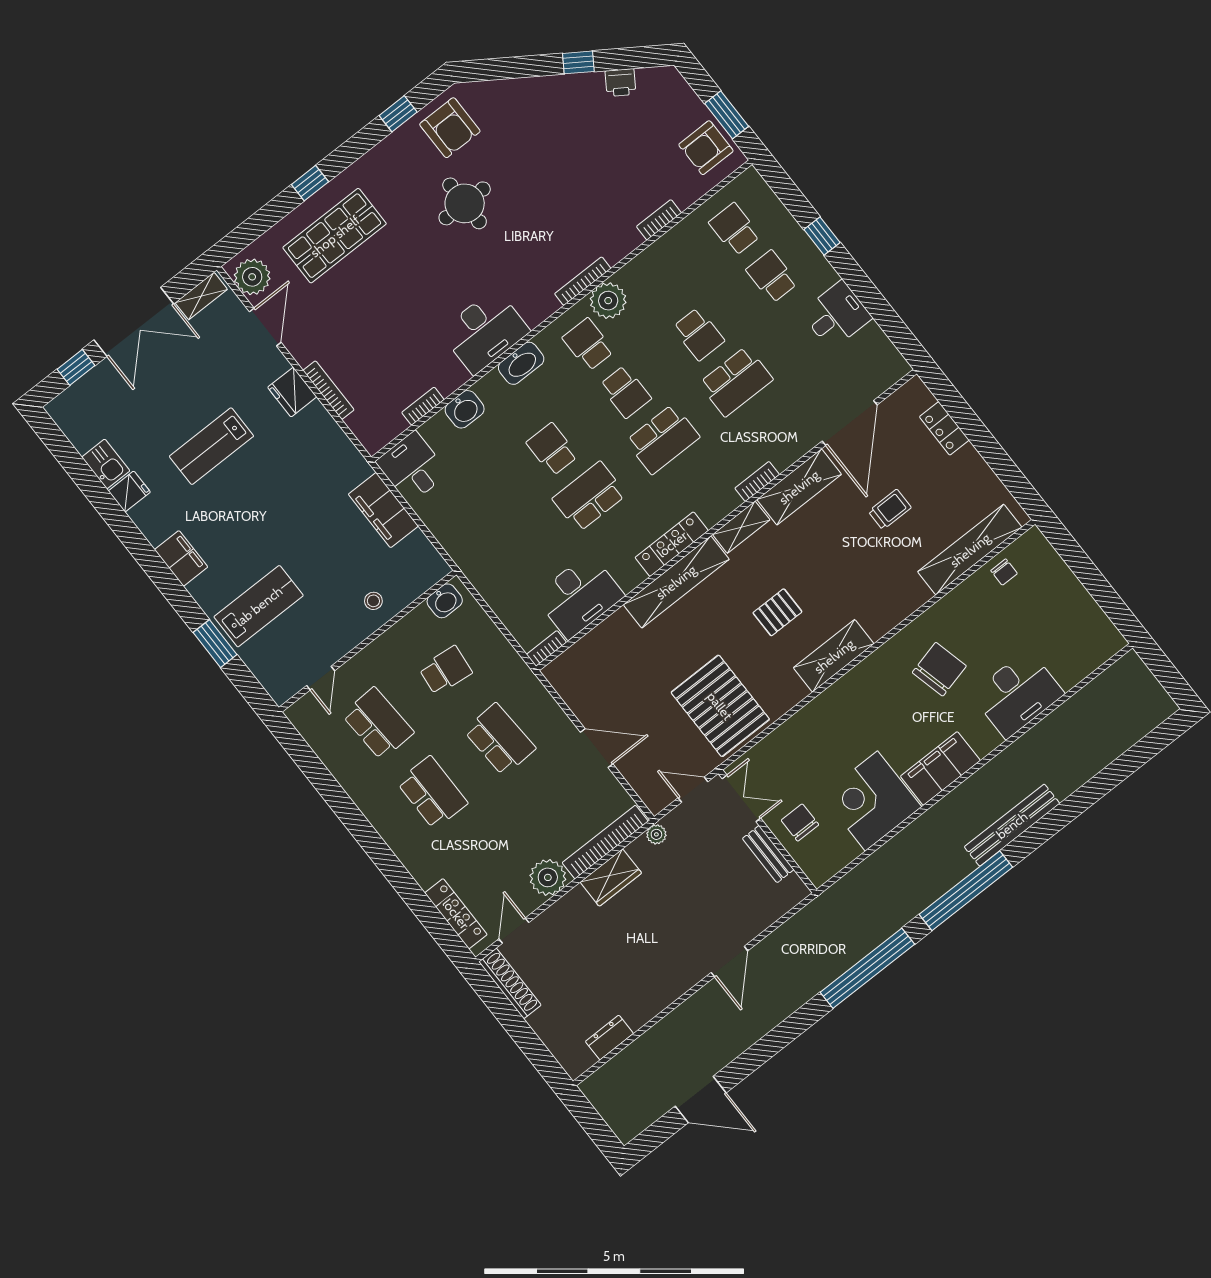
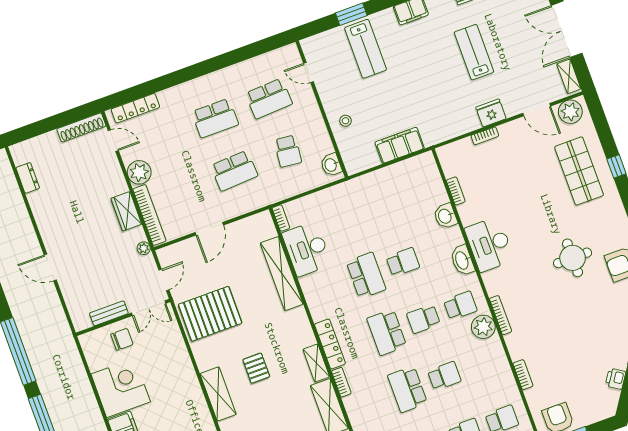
school desk: (699, 334) -> (444, 376), turned 180
bookcase: (328, 390) -> (485, 136), width x0.64
desk: (412, 467) -> (420, 172), removed
locker: (672, 544) -> (330, 344), moved
shelving: (676, 582) -> (282, 274), moved

